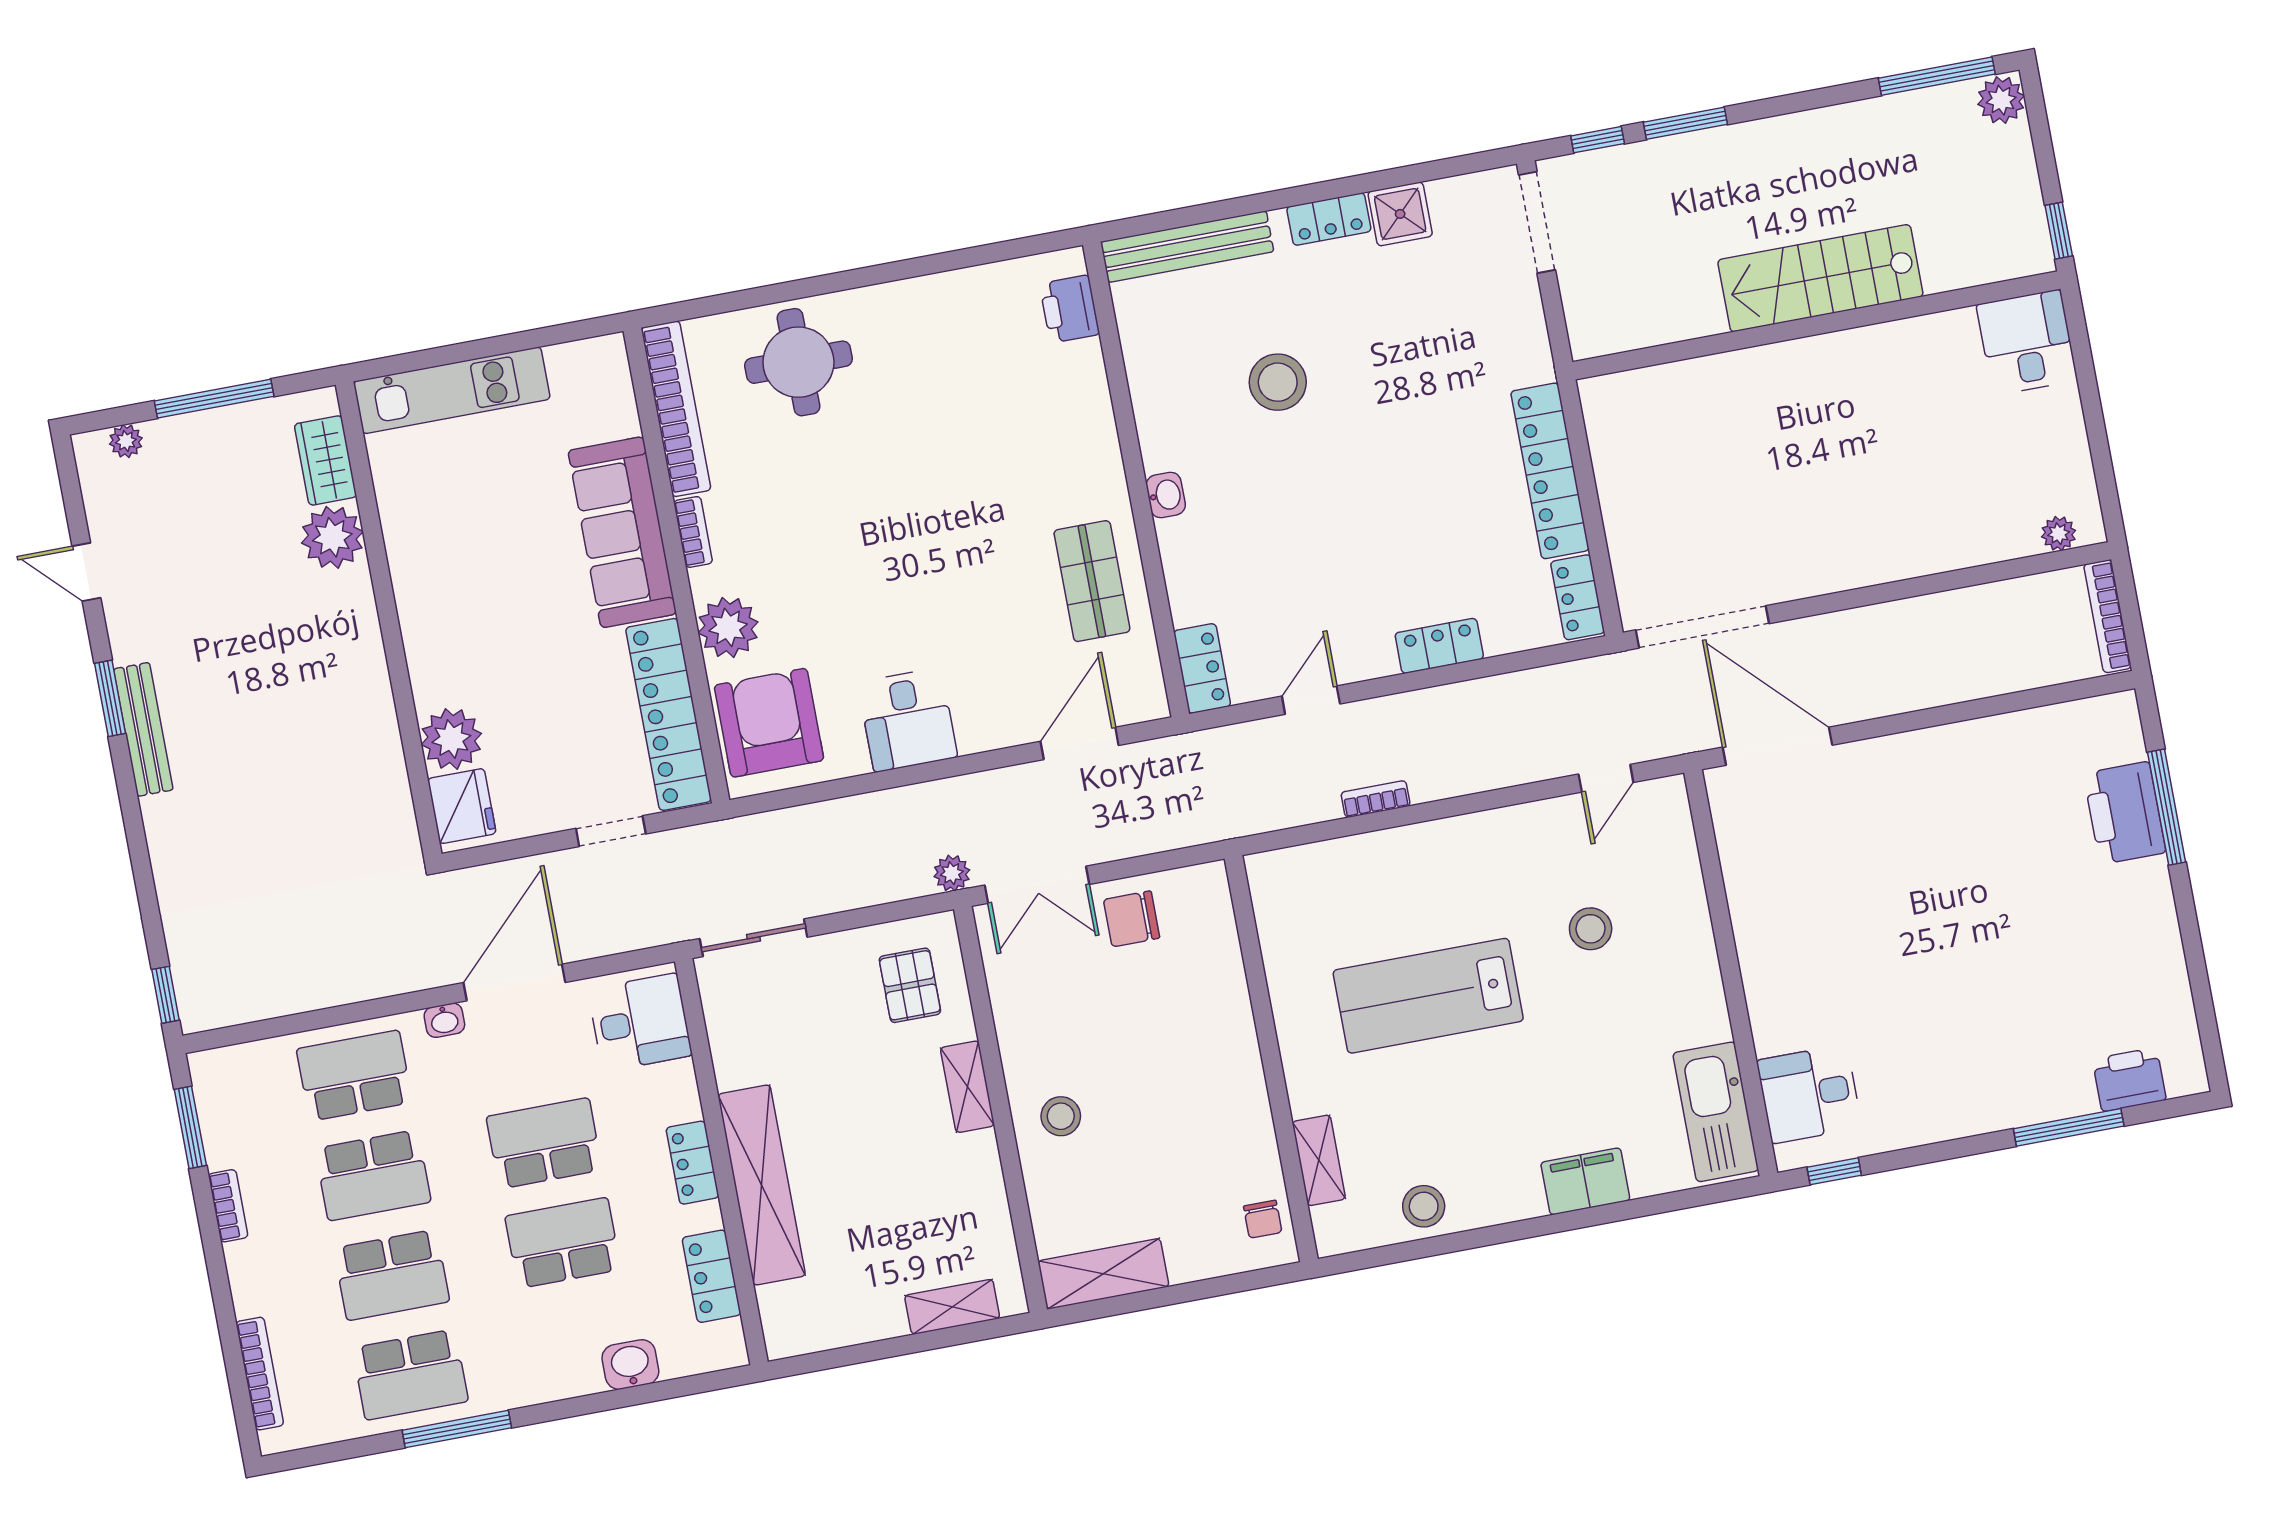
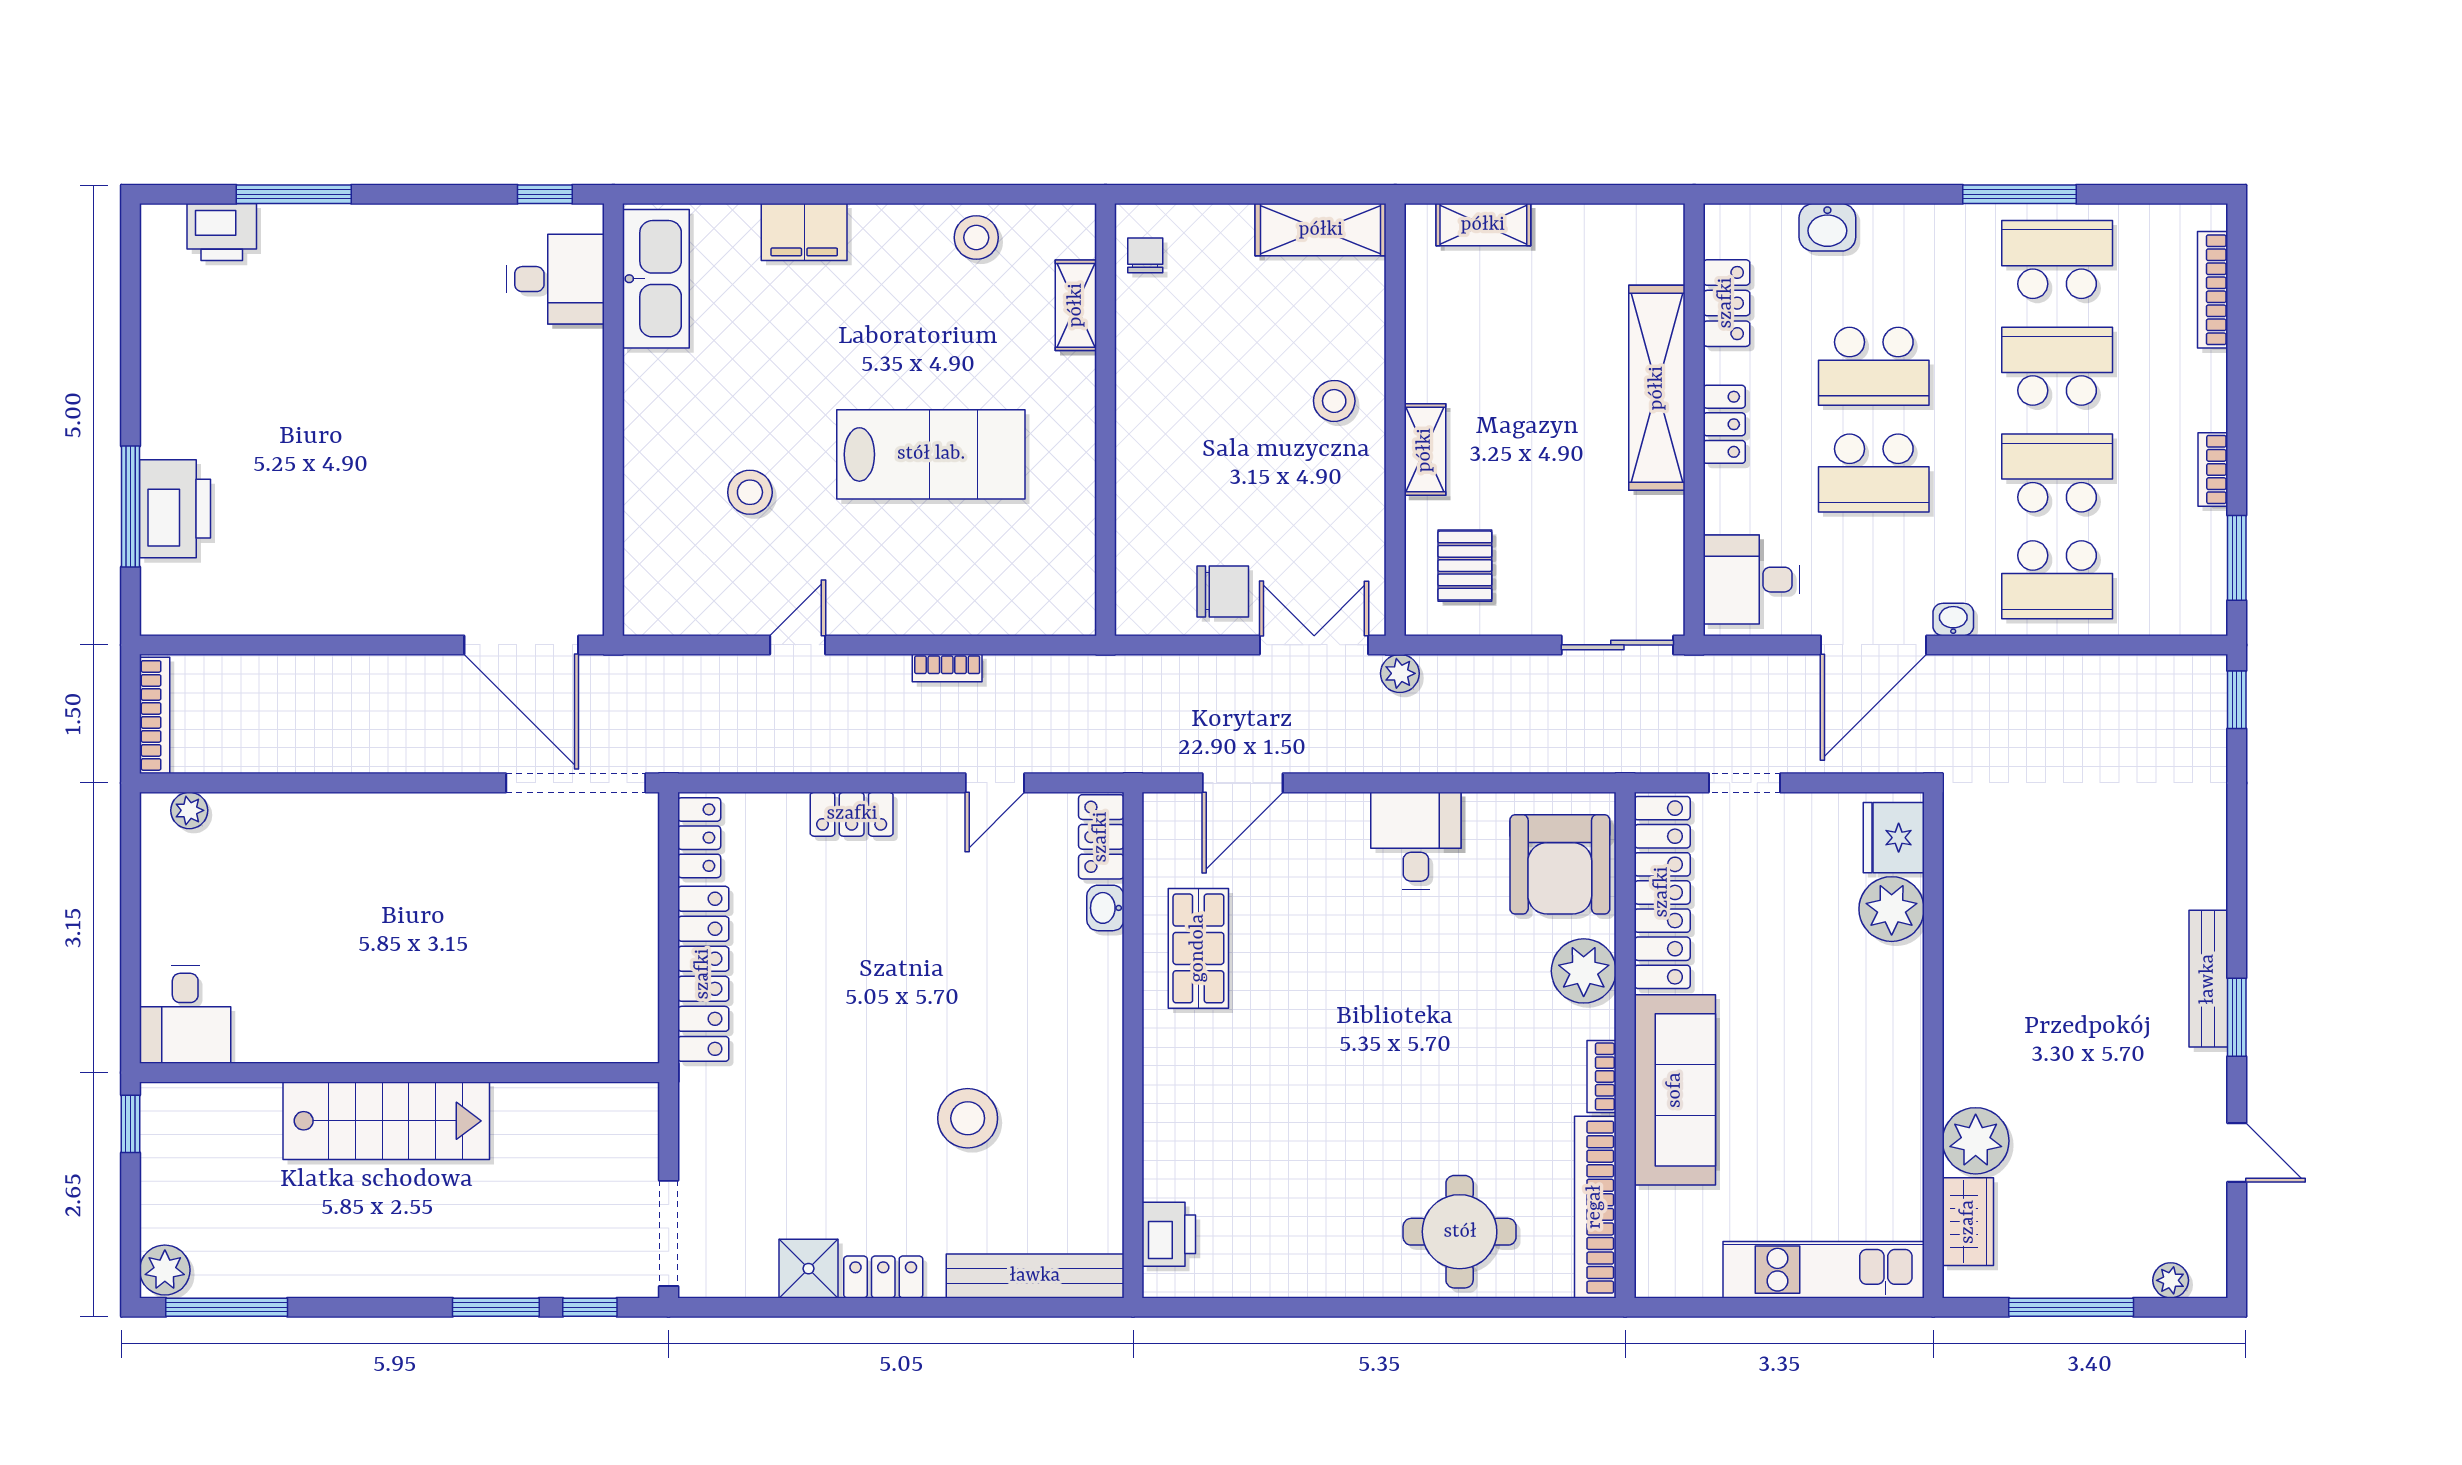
washbasin: (1166, 495) -> (1105, 908), moved
door: (1606, 778) -> (798, 645), moved

